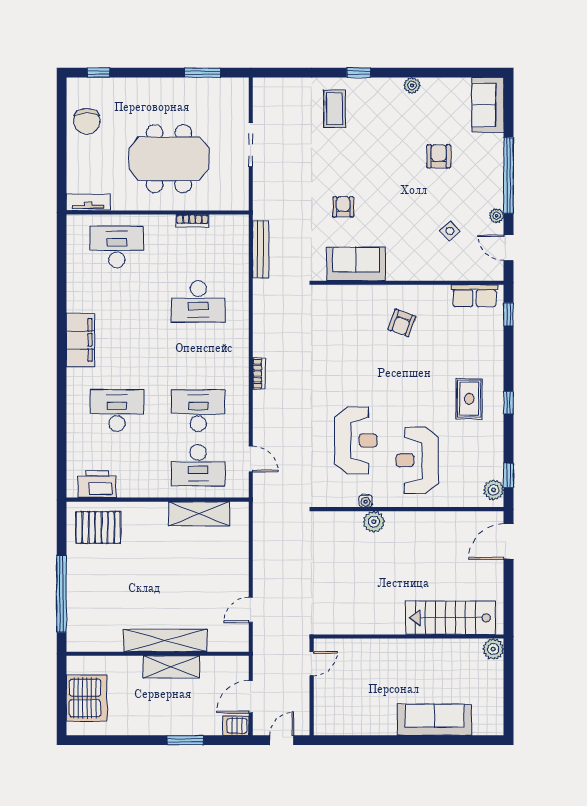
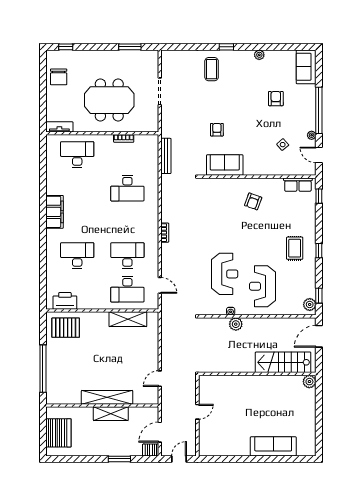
stairs: (450, 618) -> (283, 362), moved
wall: (409, 637) -> (257, 374), moved
plant: (493, 649) -> (309, 382), moved

